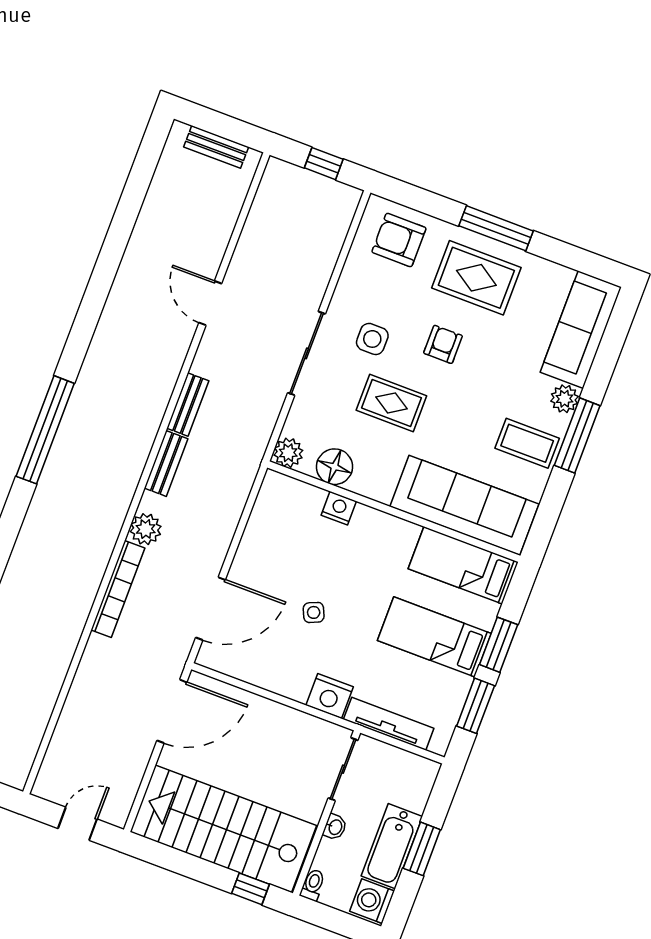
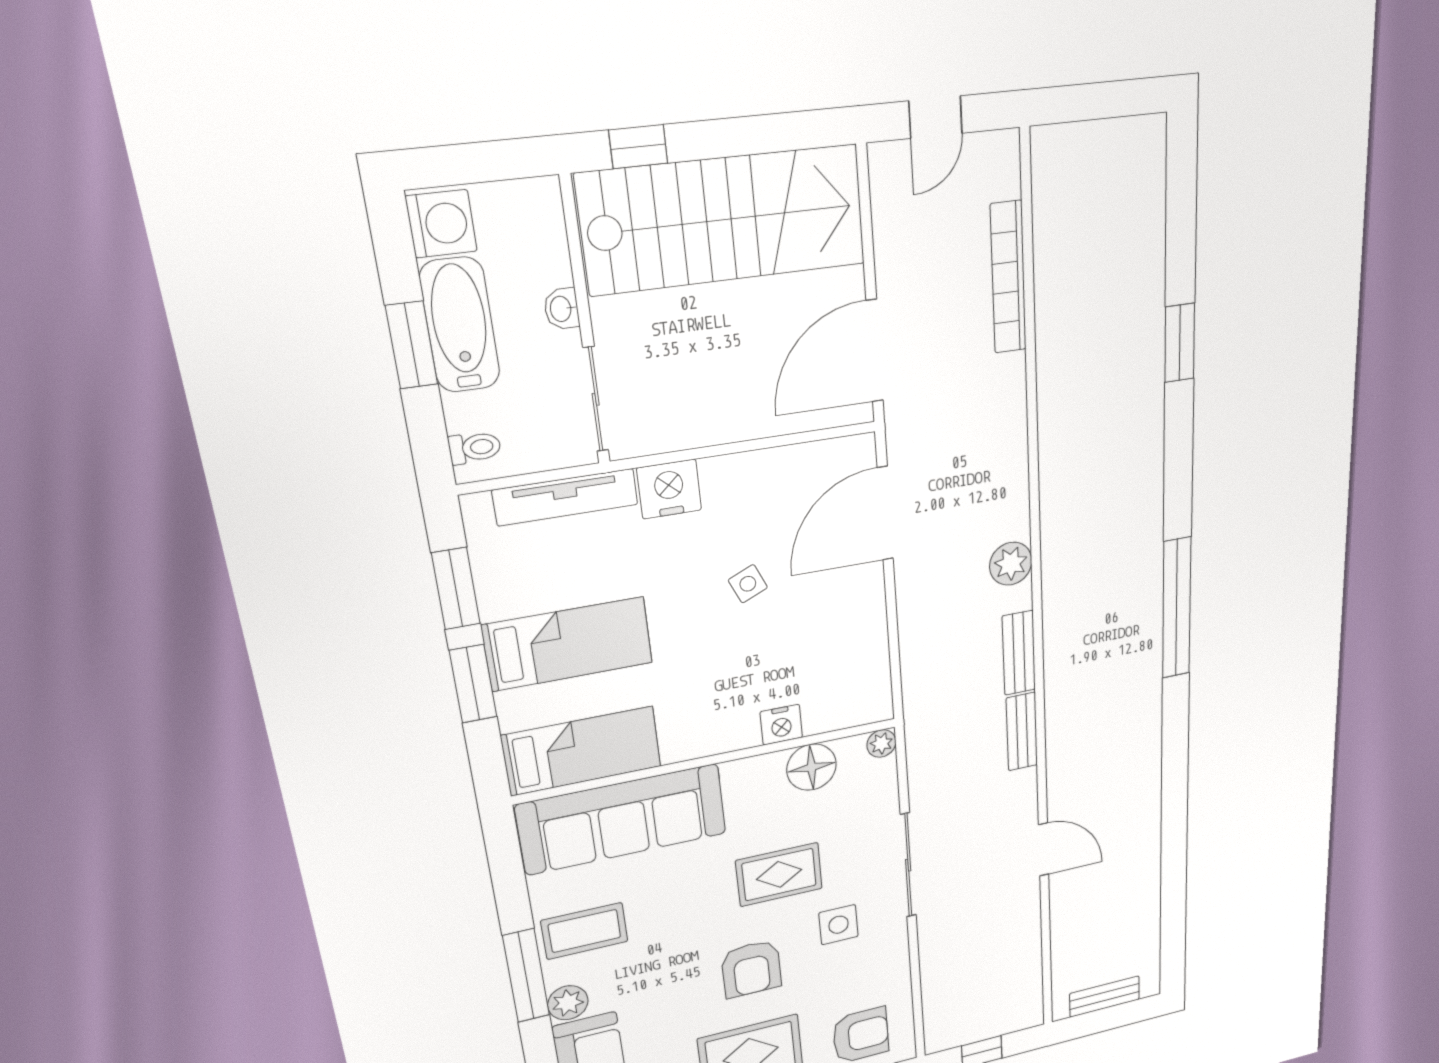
armchair: (443, 344) -> (751, 969), width x1.38, depth x1.38
plant: (288, 453) -> (881, 743), width x0.73, depth x0.73
bookcase: (118, 589) -> (1008, 278), moved
toilet: (313, 885) -> (475, 448), moved, turned -90

